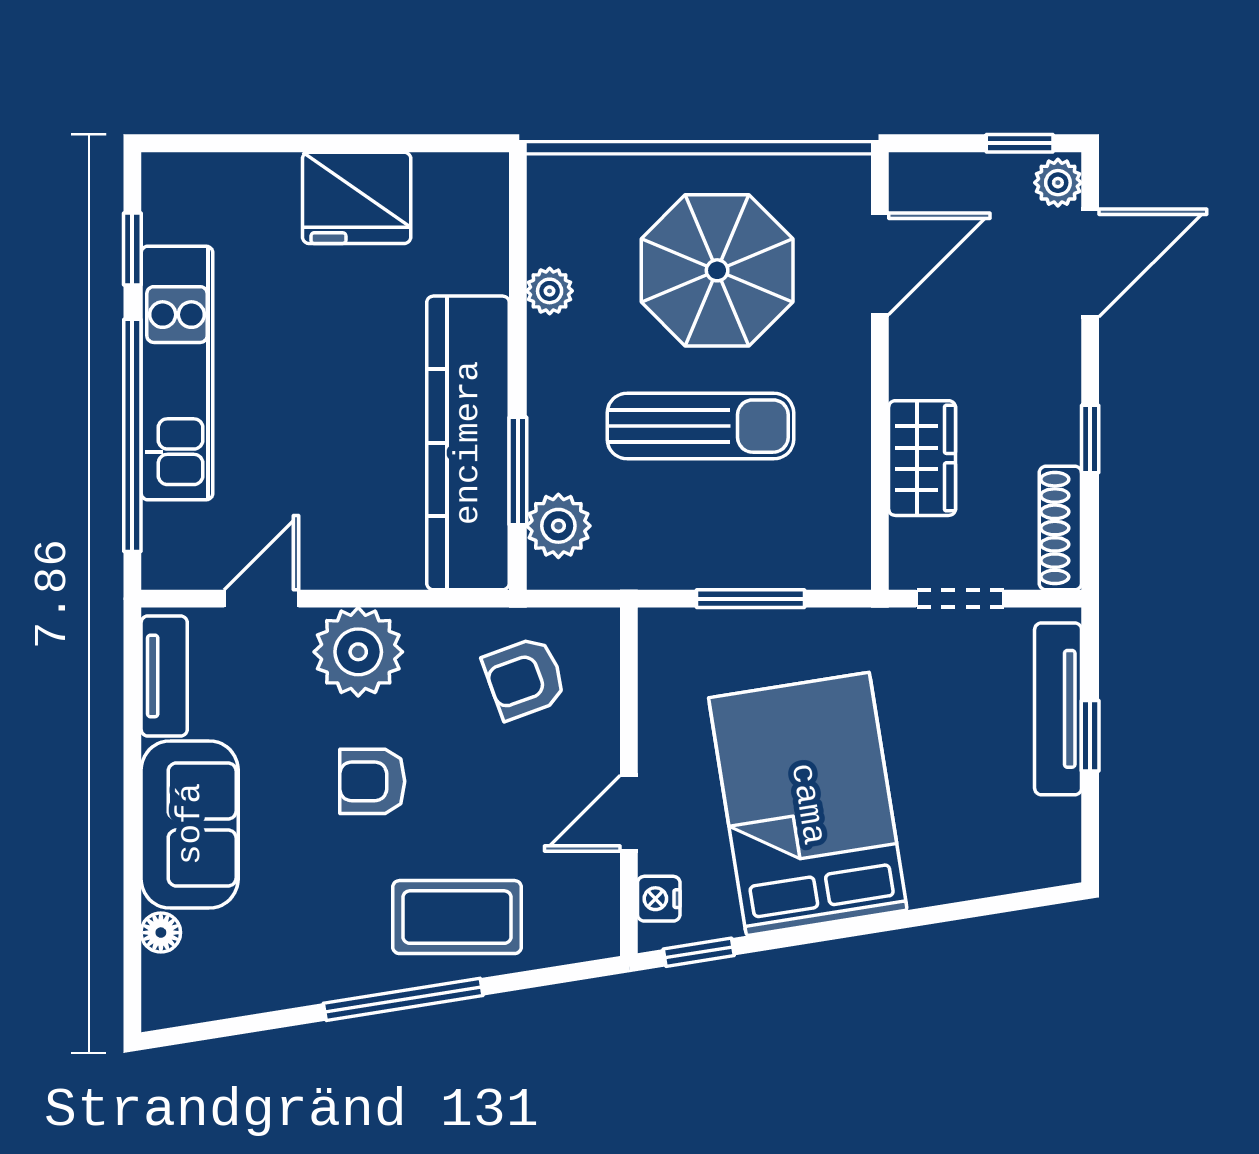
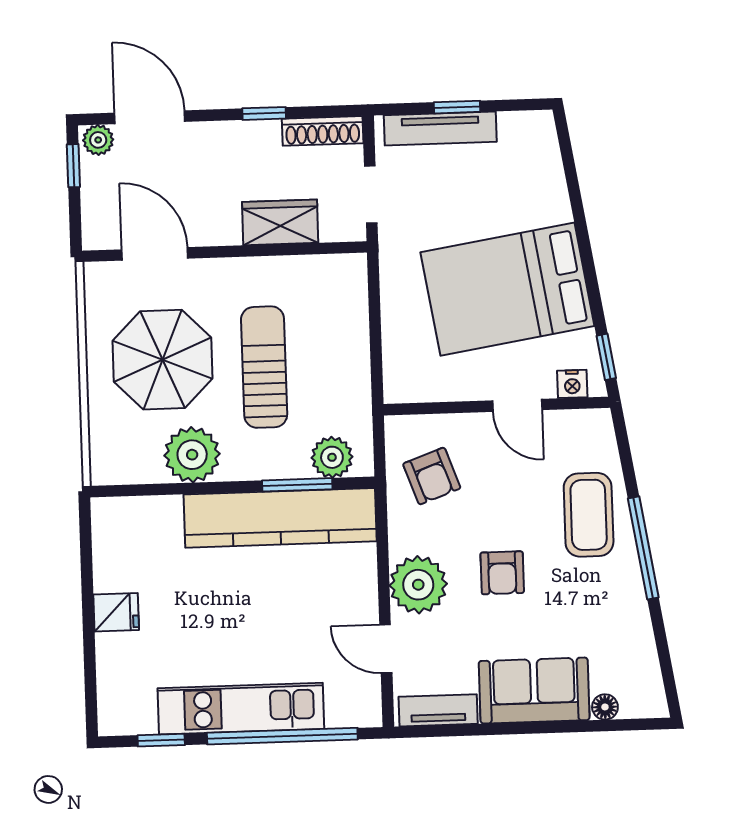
fridge: (357, 198) -> (116, 612), width x0.53, depth x0.75
plant: (550, 291) -> (192, 455), width x1.88, depth x1.88
window: (750, 599) -> (375, 331), removed

